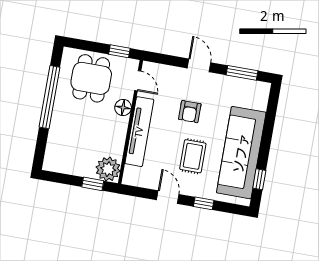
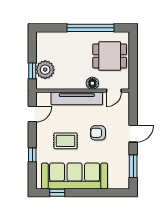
window: (119, 51) -> (133, 73), removed
plant: (108, 169) -> (45, 70), moved
door: (168, 197) -> (32, 114), moved

